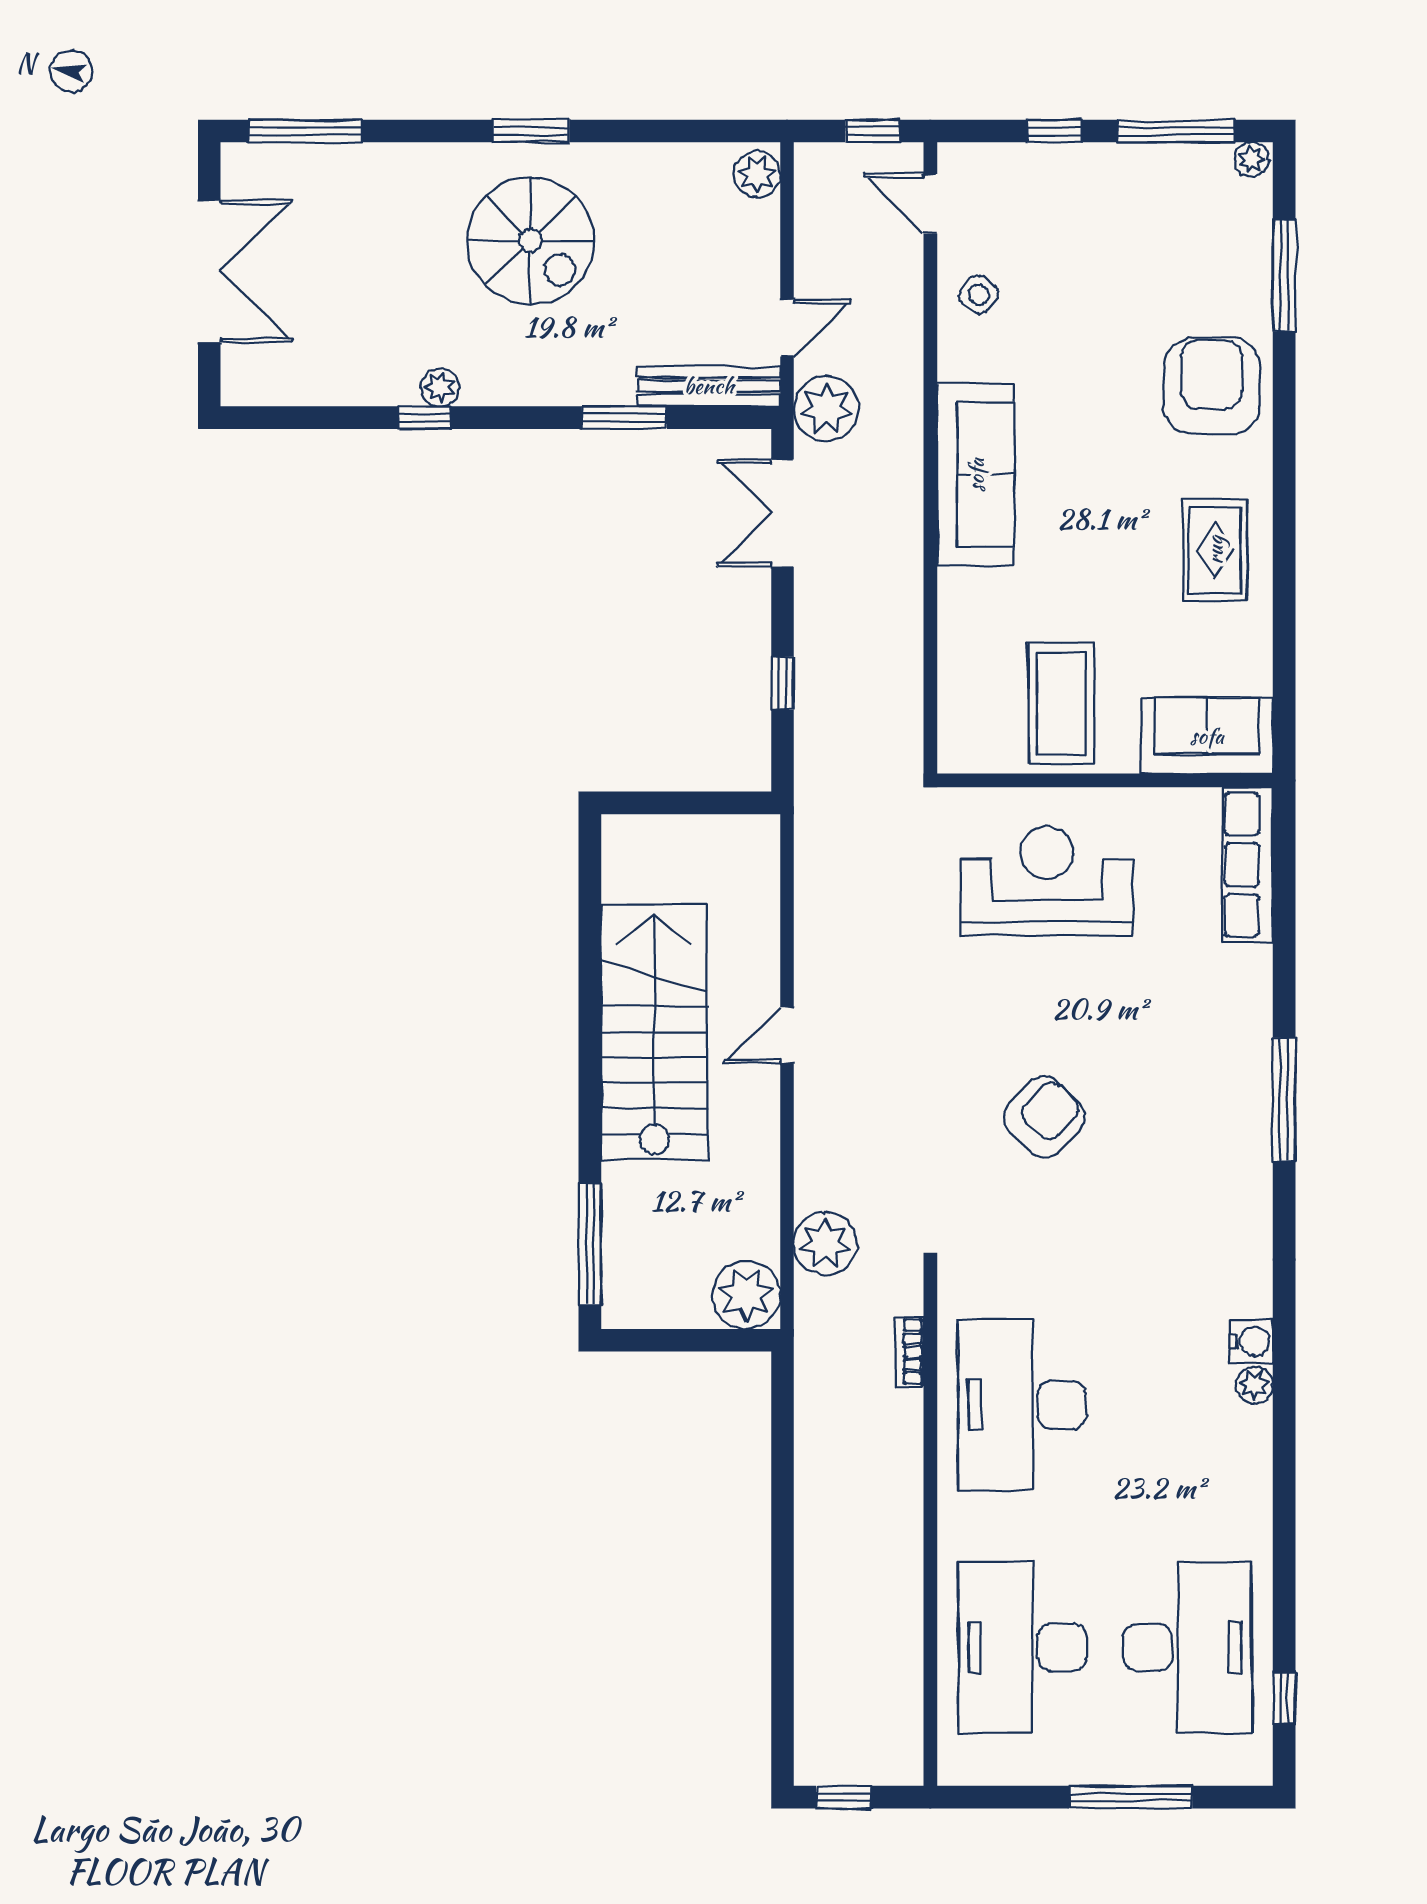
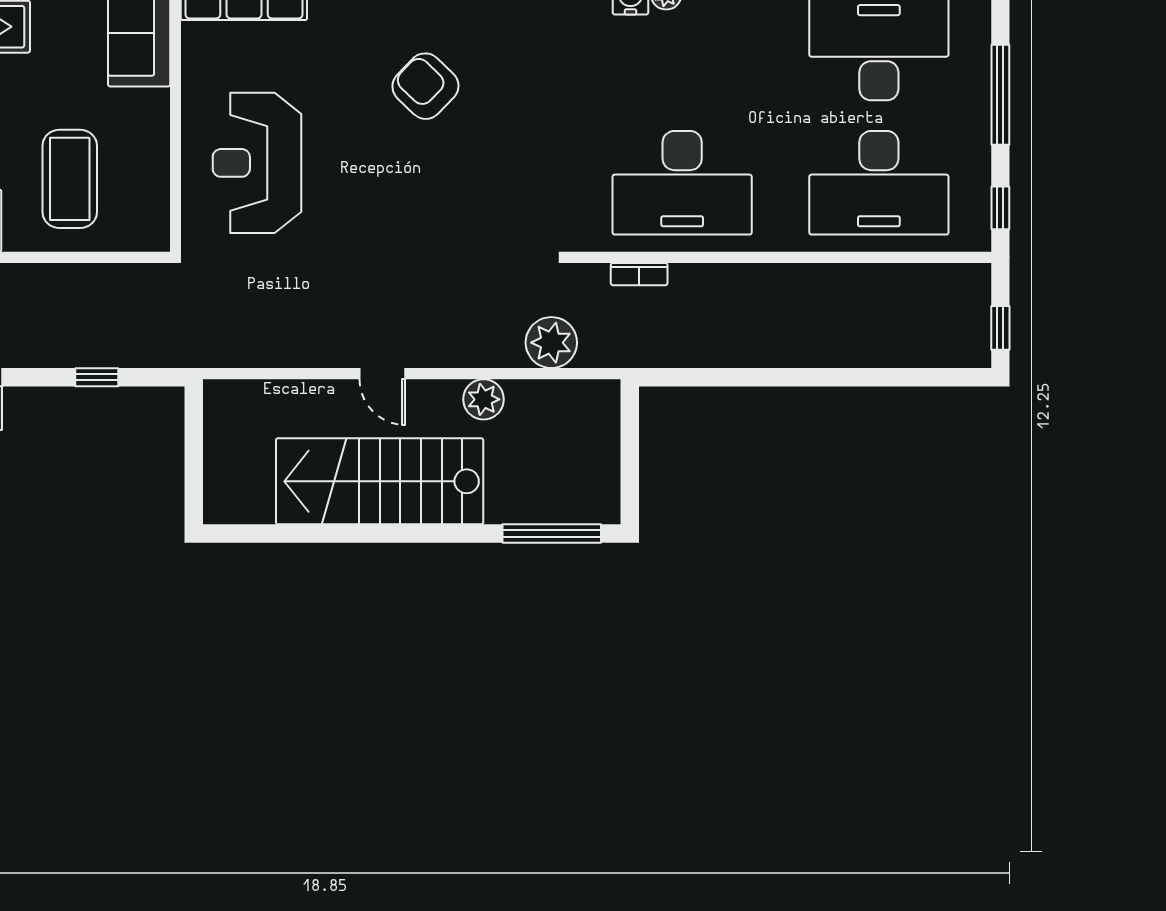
coffee table: (1061, 703) -> (70, 179), moved, turned 90
armchair: (1044, 1117) -> (425, 86), moved
plant: (746, 1295) -> (484, 399), moved, width x0.73, depth x0.73
window: (991, 1797) -> (1000, 208), added

